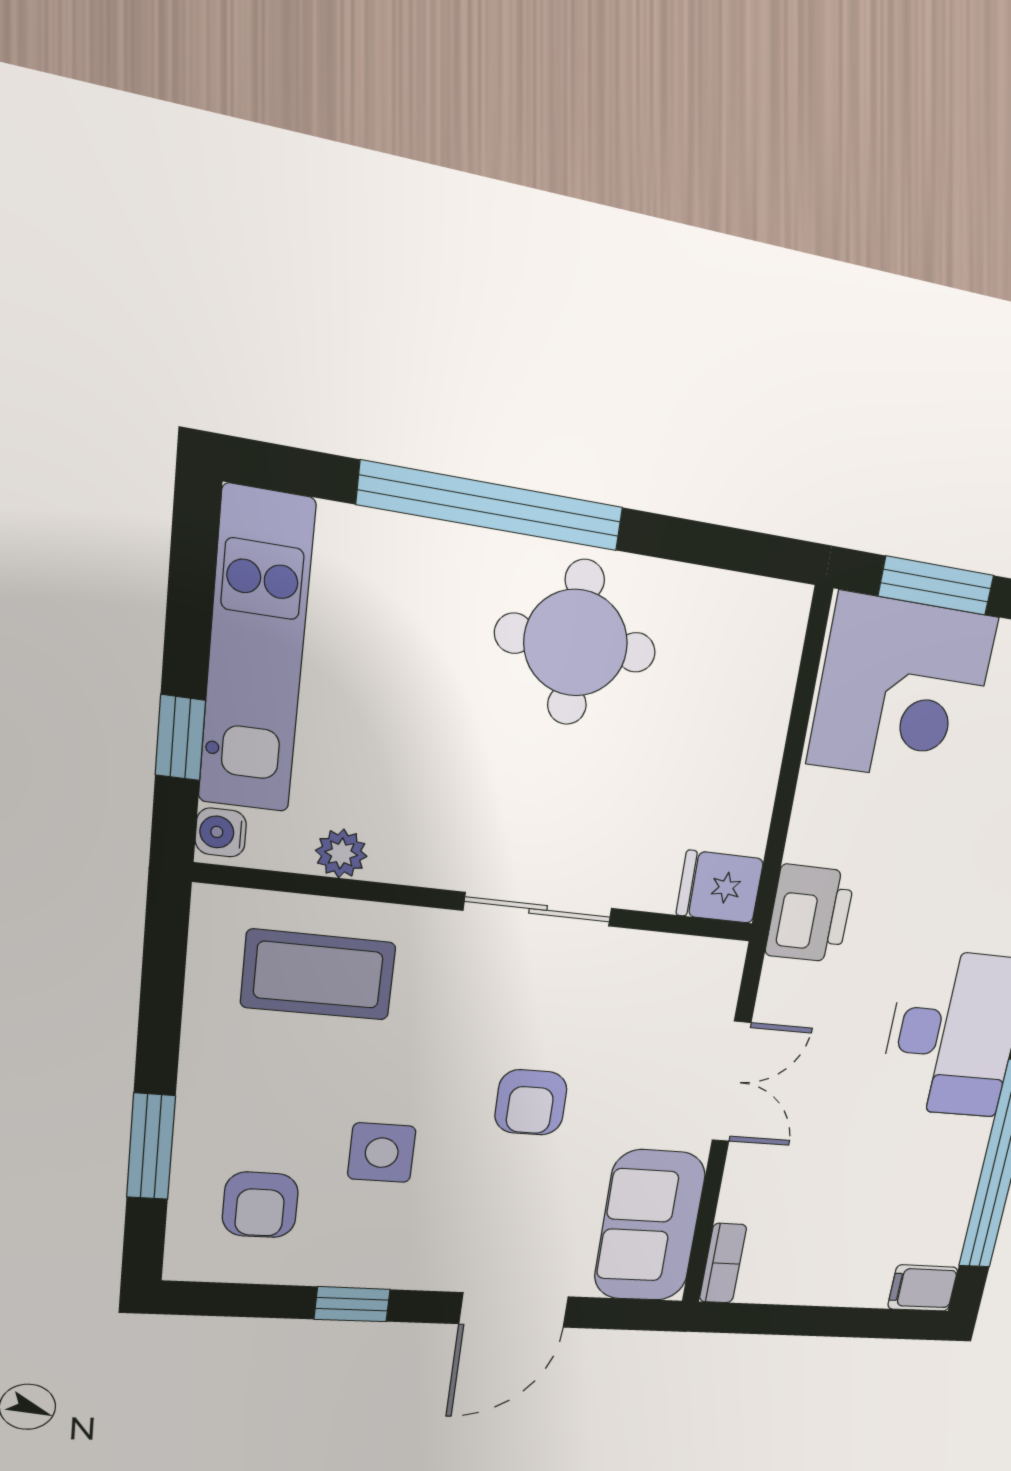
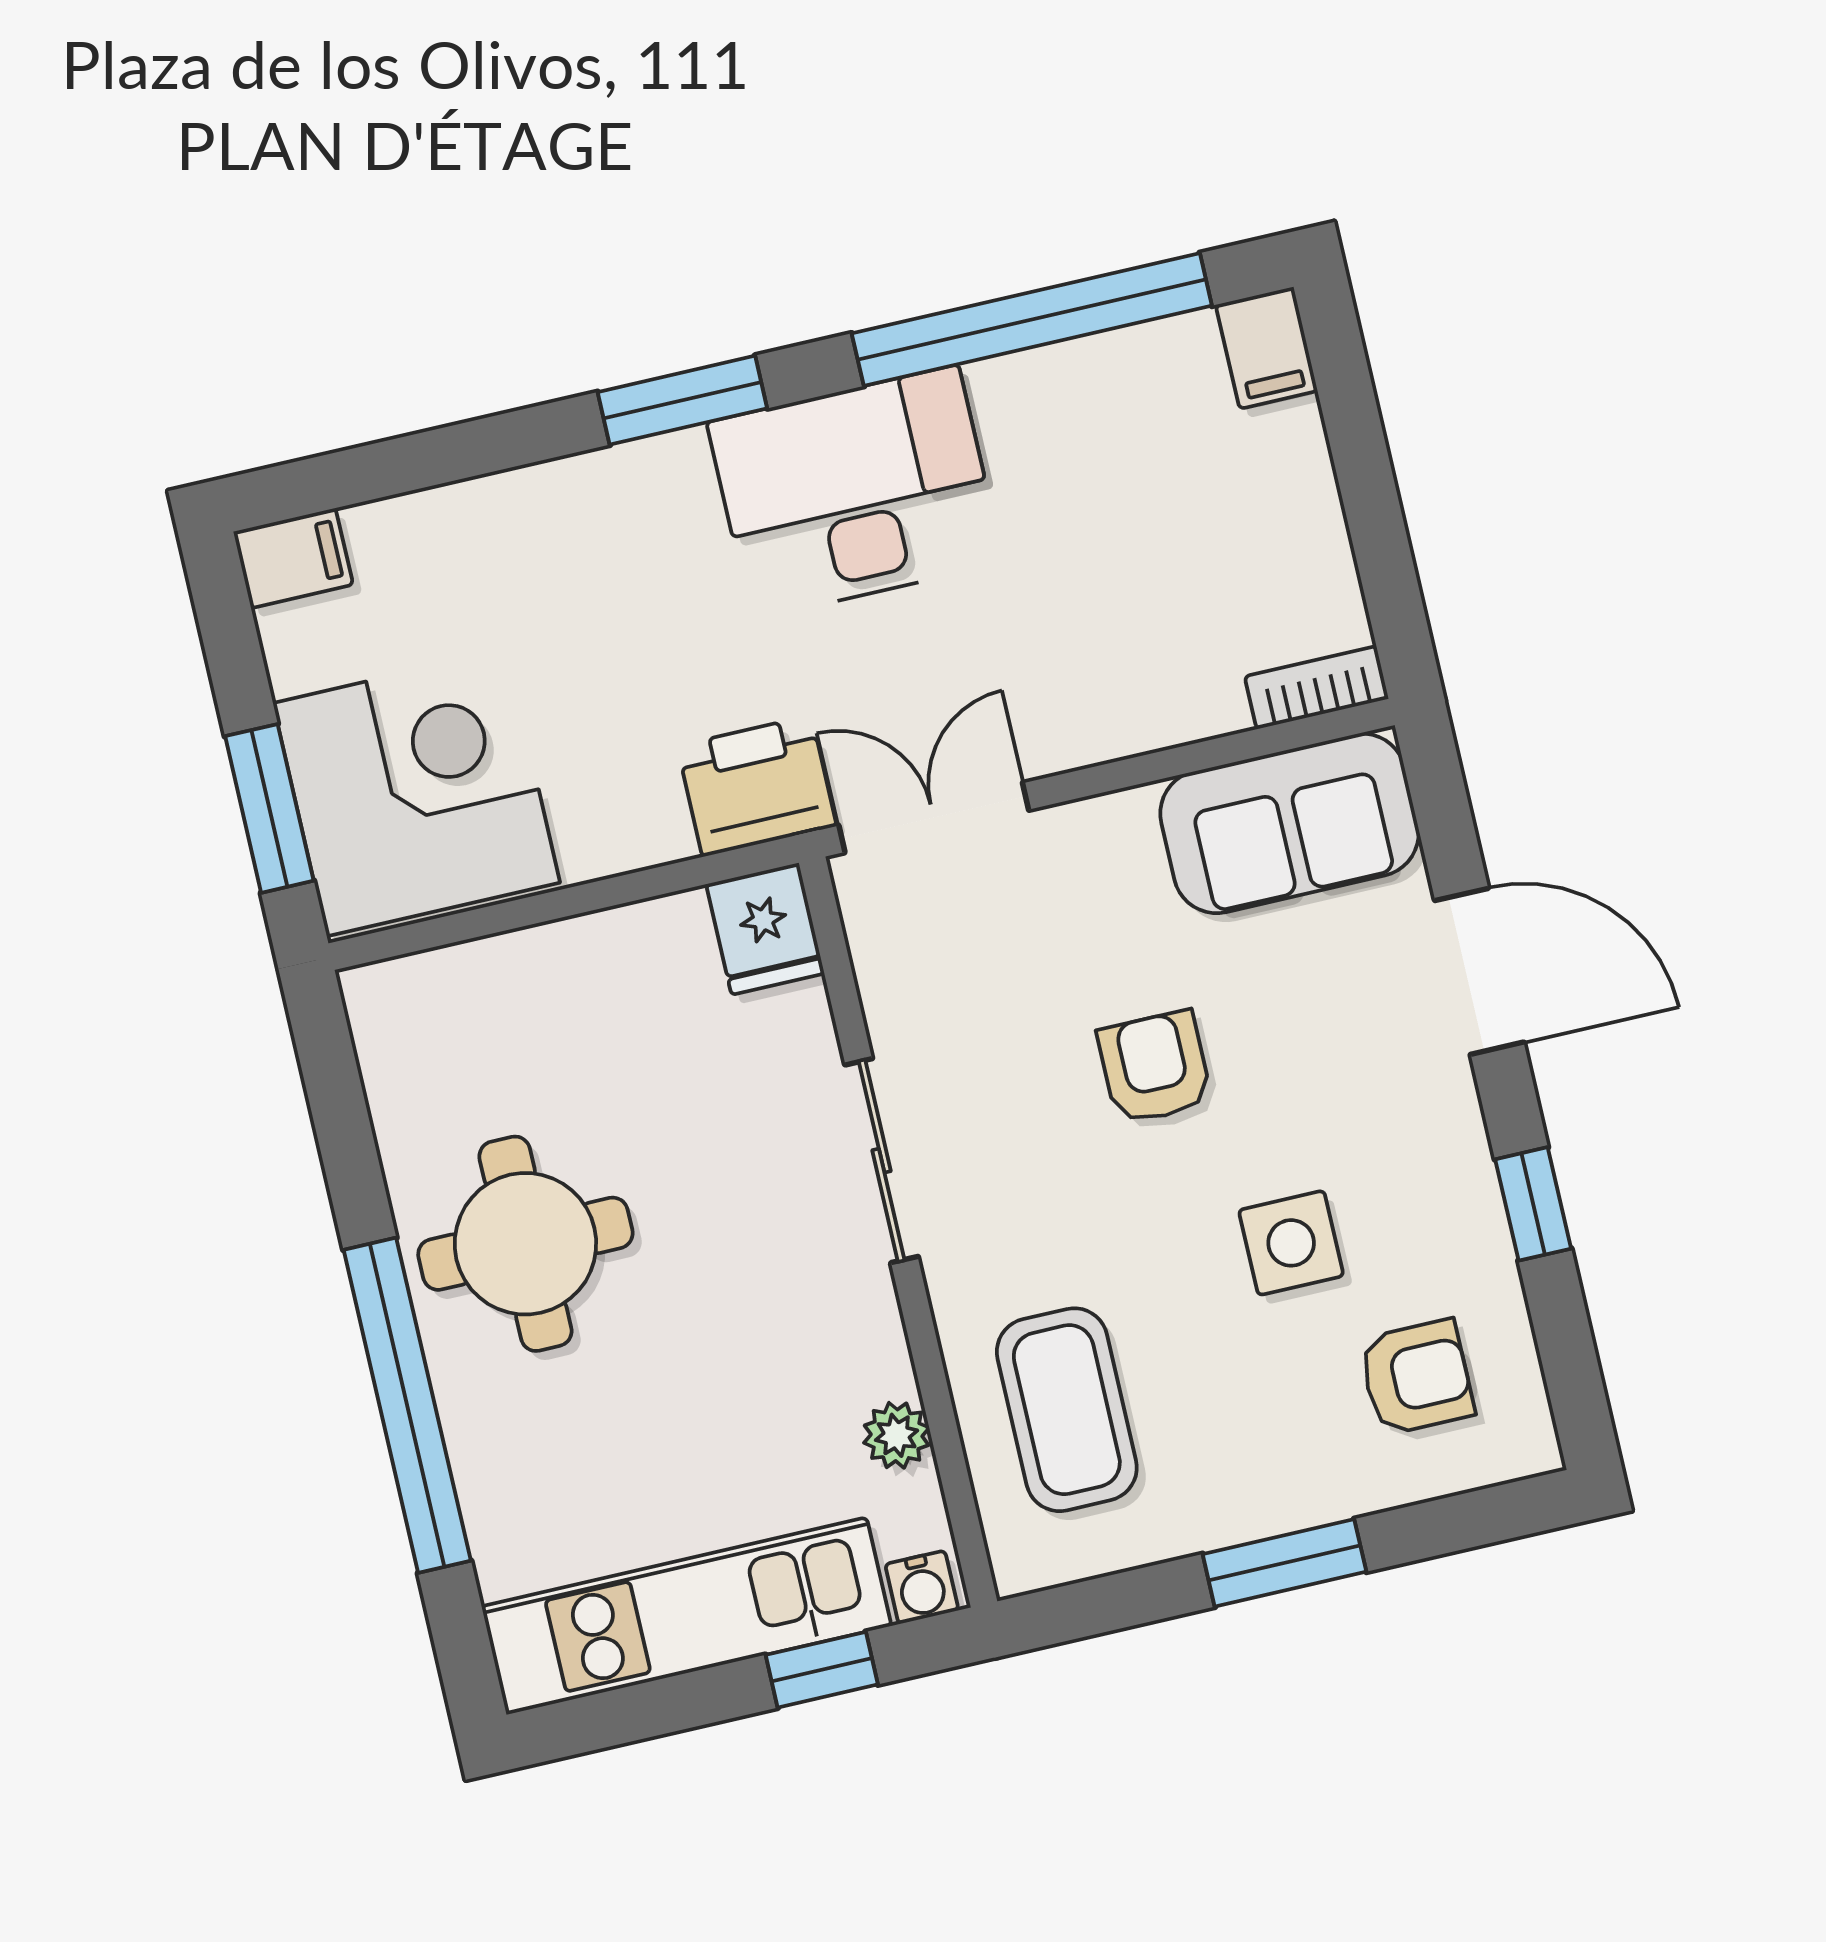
double door: (731, 1082) -> (934, 818), moved
armchair: (531, 1102) -> (1155, 1067), turned -90
window: (151, 1147) -> (1284, 1563), moved

